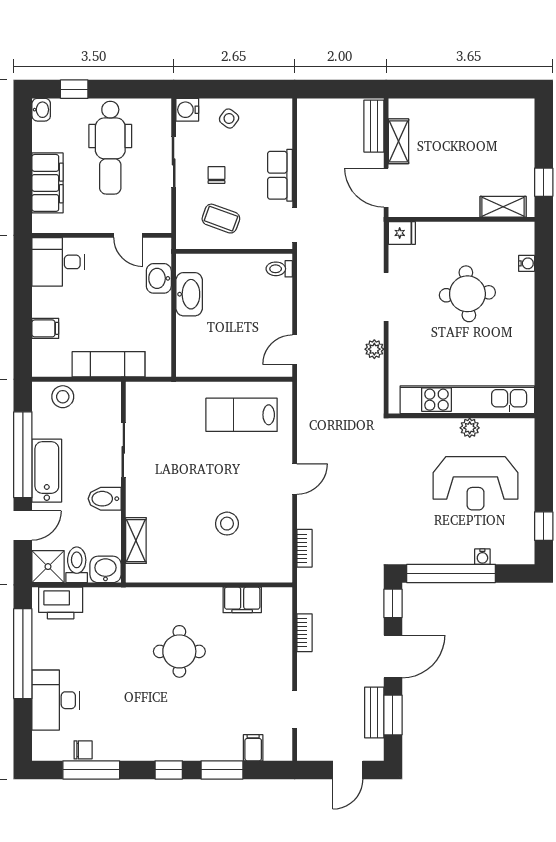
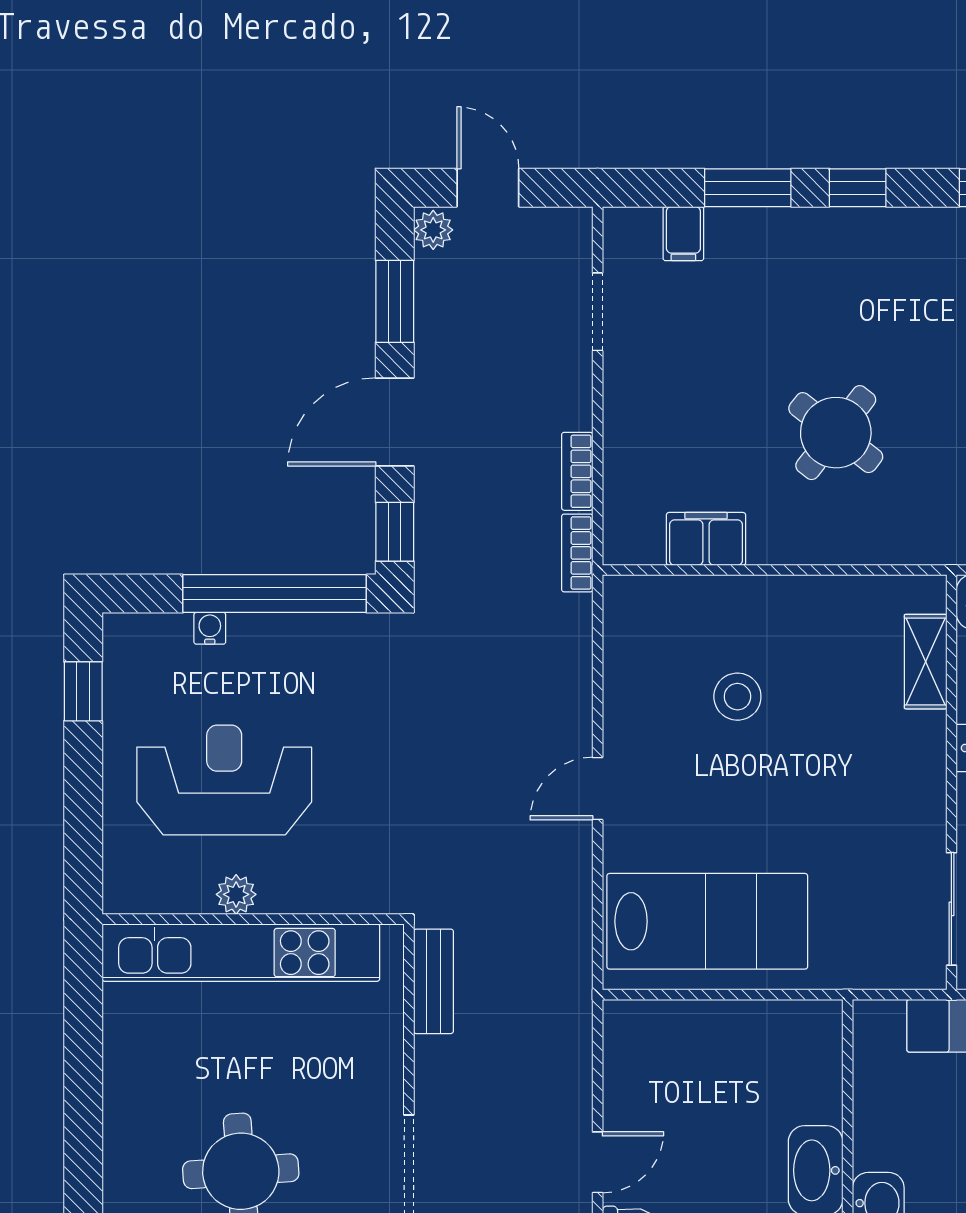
plant: (374, 349) -> (433, 230), moved
door: (295, 350) -> (598, 1162), moved
lab bench: (242, 415) -> (707, 921), width x1.36, depth x1.39
sliding door: (123, 450) -> (951, 909), moved
bookcase: (305, 548) -> (577, 553), moved
round table: (179, 651) -> (836, 433), turned 38
bench: (374, 713) -> (433, 981), moved
door: (348, 770) -> (488, 188), hinge flipped

